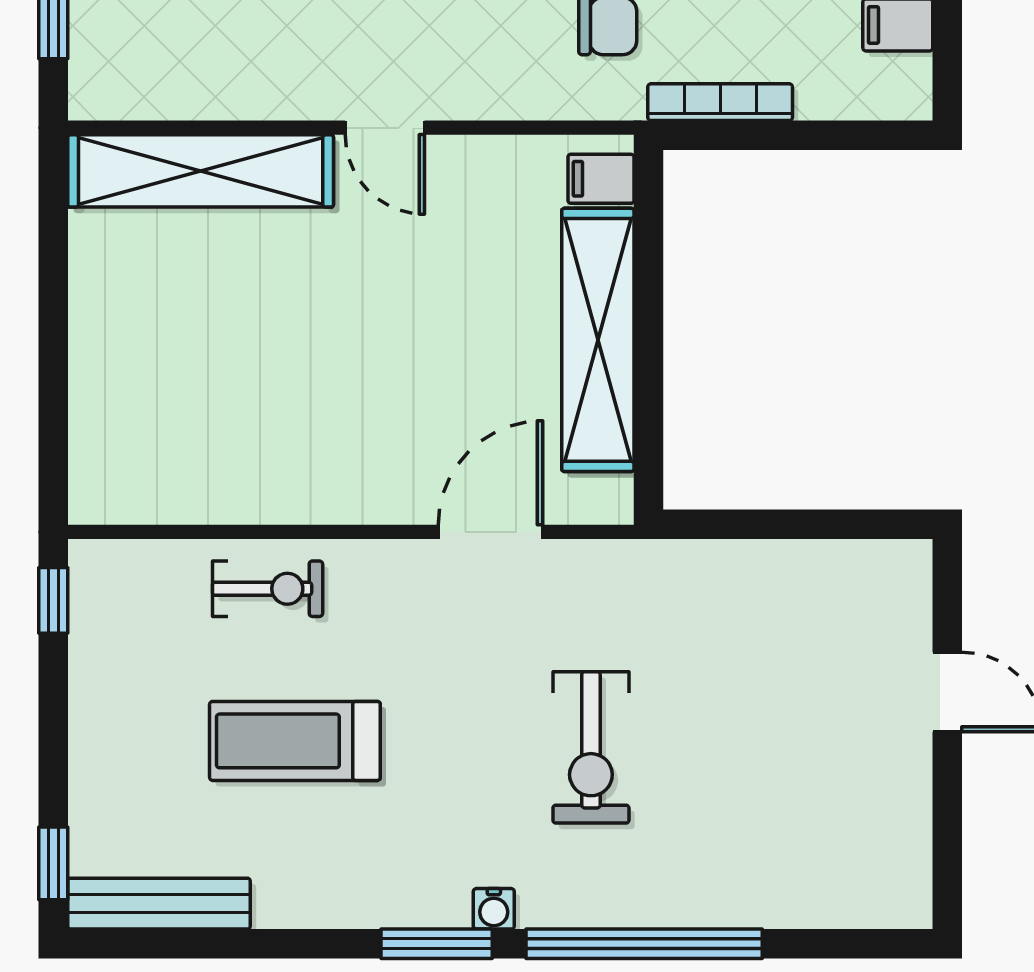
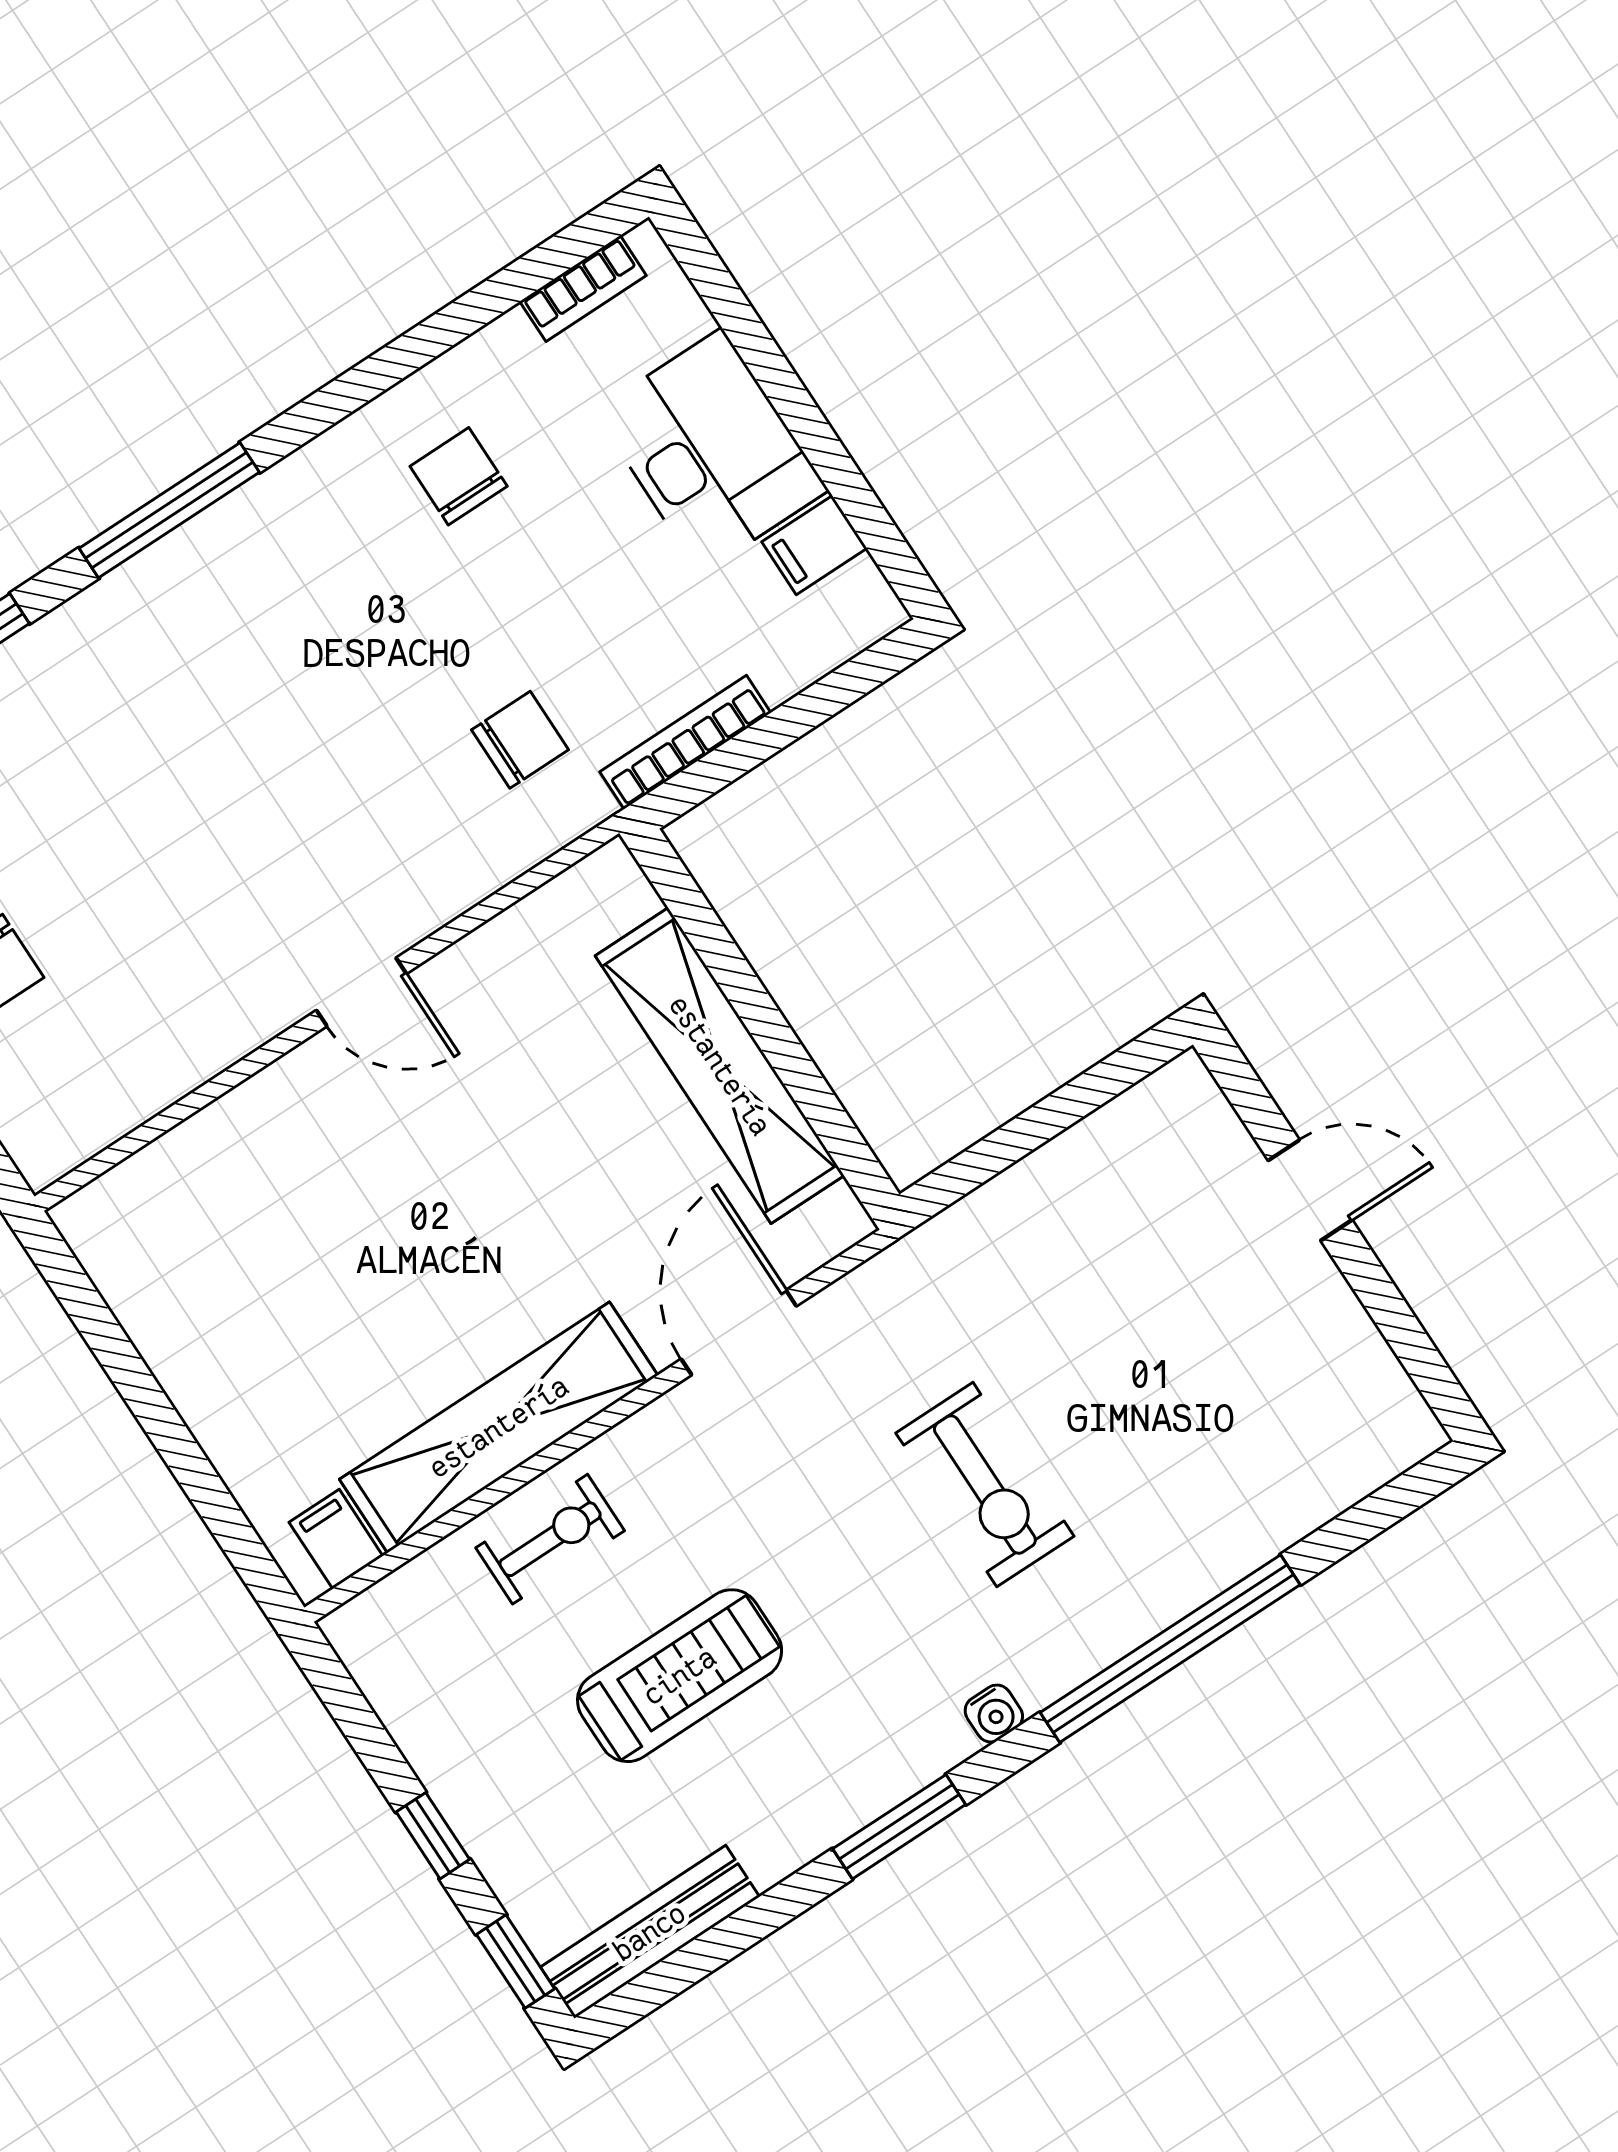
shelving: (201, 171) -> (499, 1427), moved
filing cabinet: (601, 179) -> (336, 1539), moved, turned 90
window: (53, 600) -> (433, 1836), moved
treadmill: (295, 741) -> (680, 1676), turned 180
window: (437, 944) -> (899, 1827), moved

